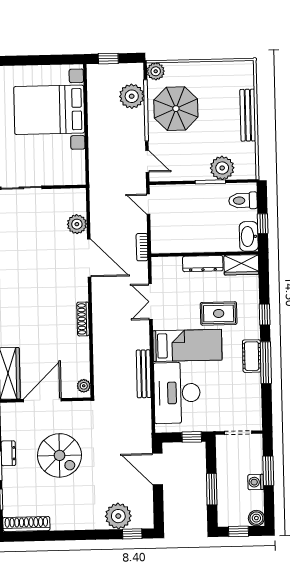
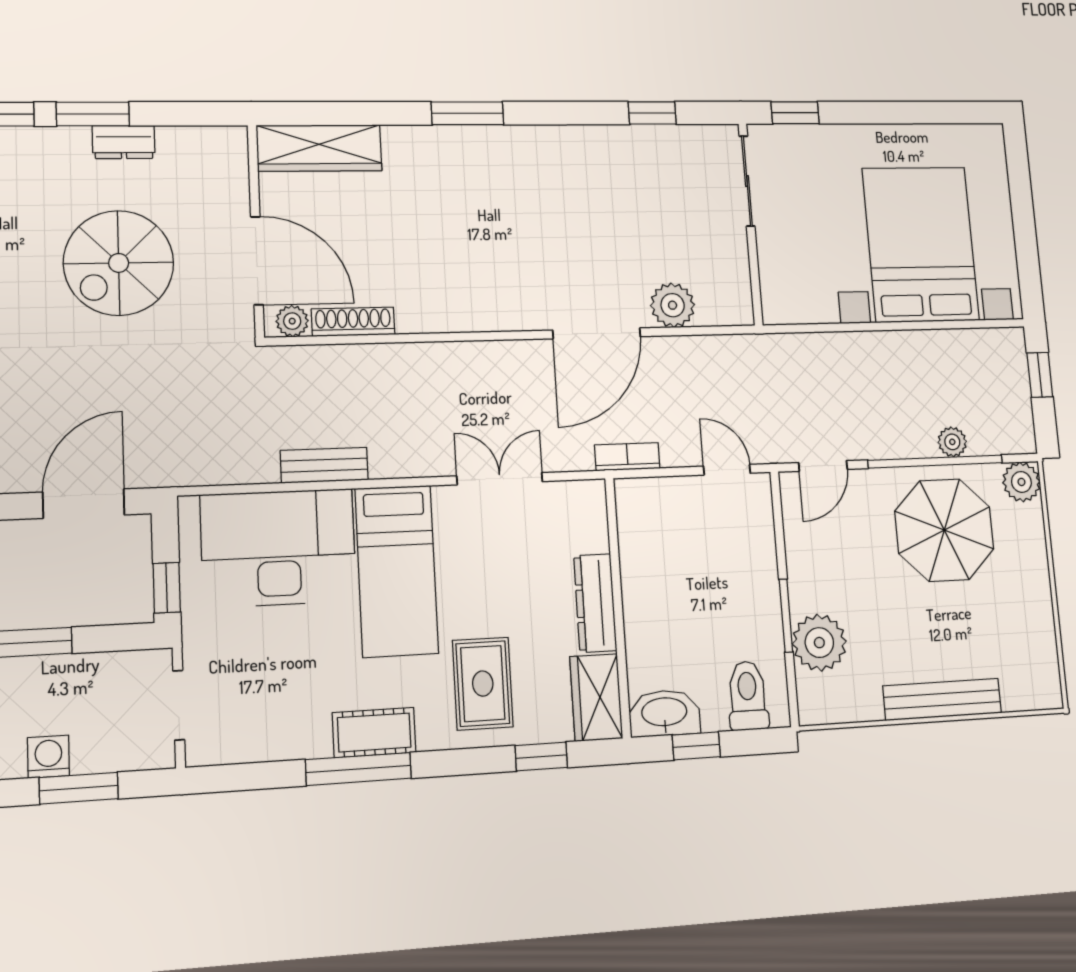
plant: (132, 96) -> (952, 442), width x0.53, depth x0.53
door: (148, 204) -> (727, 470), hinge flipped
rug: (219, 313) -> (483, 684), moved
window: (265, 315) -> (541, 757), moved
shoe rack: (83, 319) -> (353, 322), moved
bench: (144, 374) -> (324, 465), width x0.73
door: (42, 400) -> (257, 261), moved

